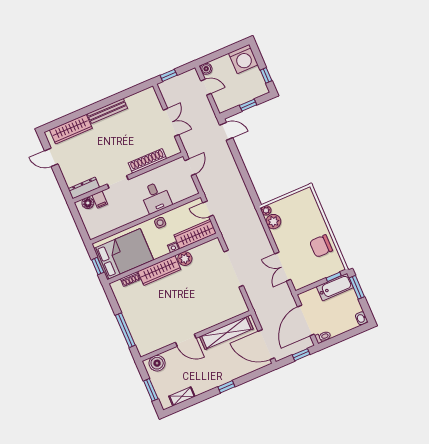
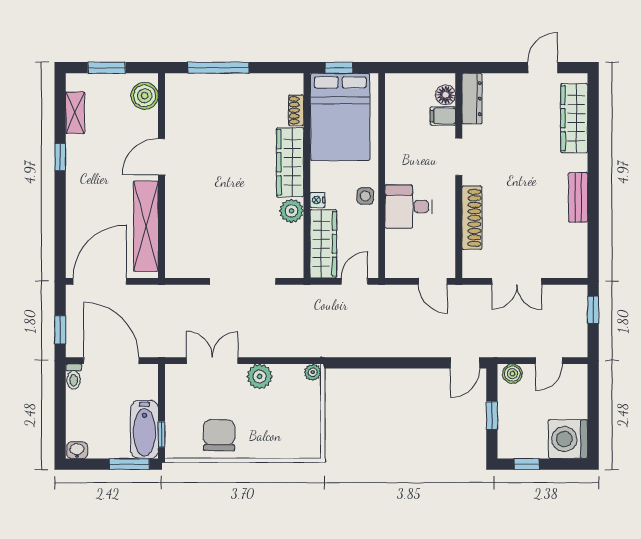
boiler: (206, 69) -> (512, 374), moved
bench: (107, 111) -> (578, 197), width x0.73
plant: (273, 222) -> (260, 376), moved
window: (226, 387) -> (60, 157), moved

